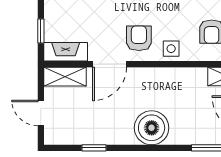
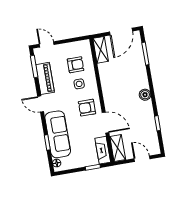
side table: (171, 49) -> (79, 84), moved
door: (41, 113) -> (142, 159), swing flipped
boiler: (152, 128) -> (145, 95), width x0.54, depth x0.54

